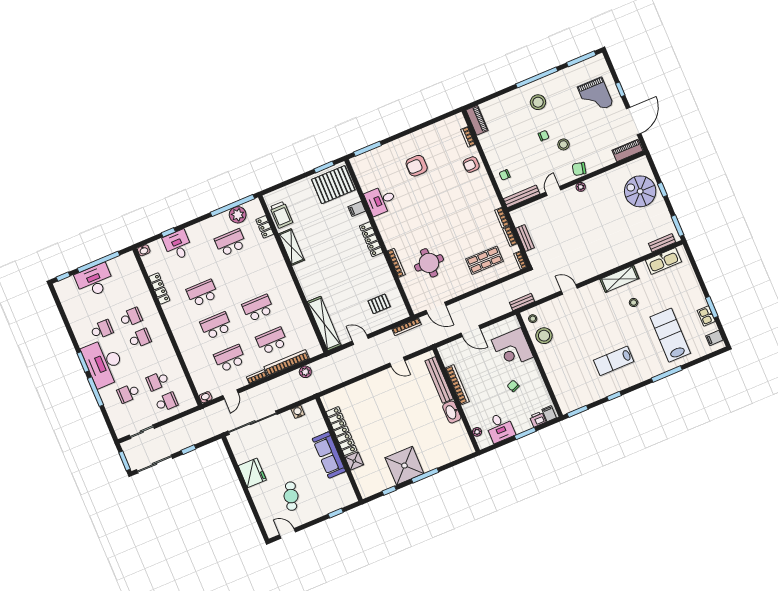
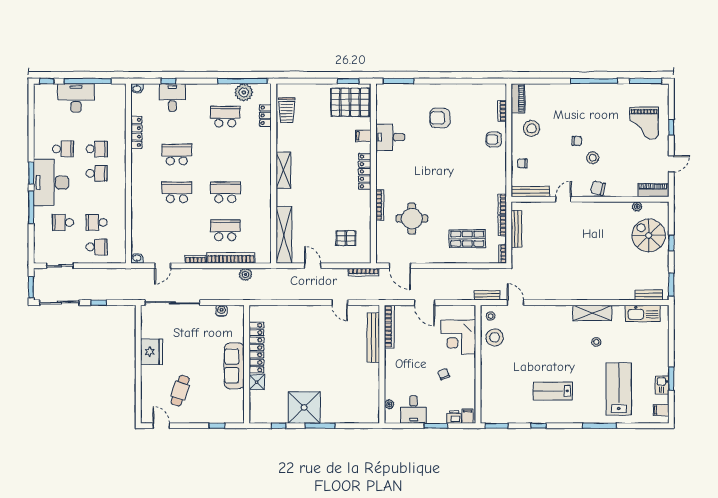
stool: (538, 102) -> (532, 128), moved
door: (634, 121) -> (671, 164), width x0.53
plant: (581, 187) -> (637, 207), moved
bench: (525, 238) -> (516, 229), width x1.36
shelving: (291, 247) -> (283, 170), moved
door: (569, 290) -> (515, 303), moved
school desk: (230, 358) -> (177, 230), removed
bookcase: (457, 385) -> (389, 327), moved
washbasin: (452, 412) -> (373, 374), removed

